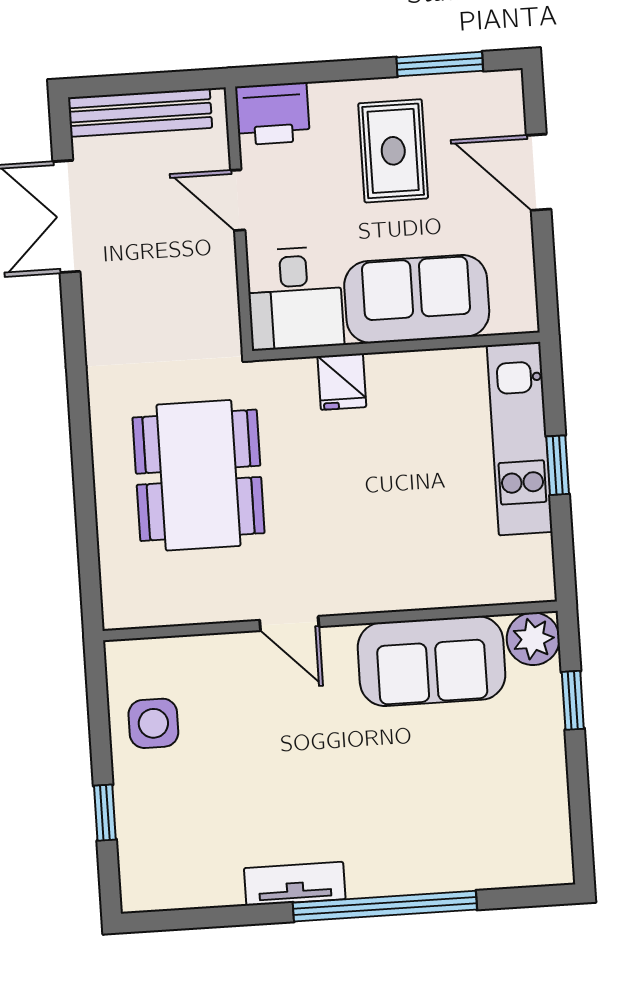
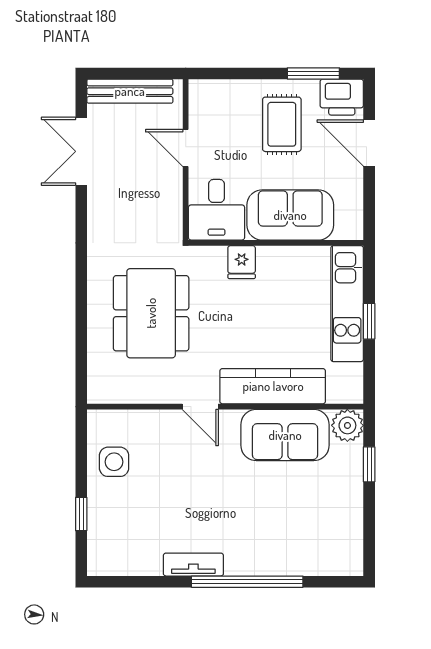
printer: (273, 114) -> (342, 97), moved
kitchen counter: (406, 582) -> (273, 386), added

